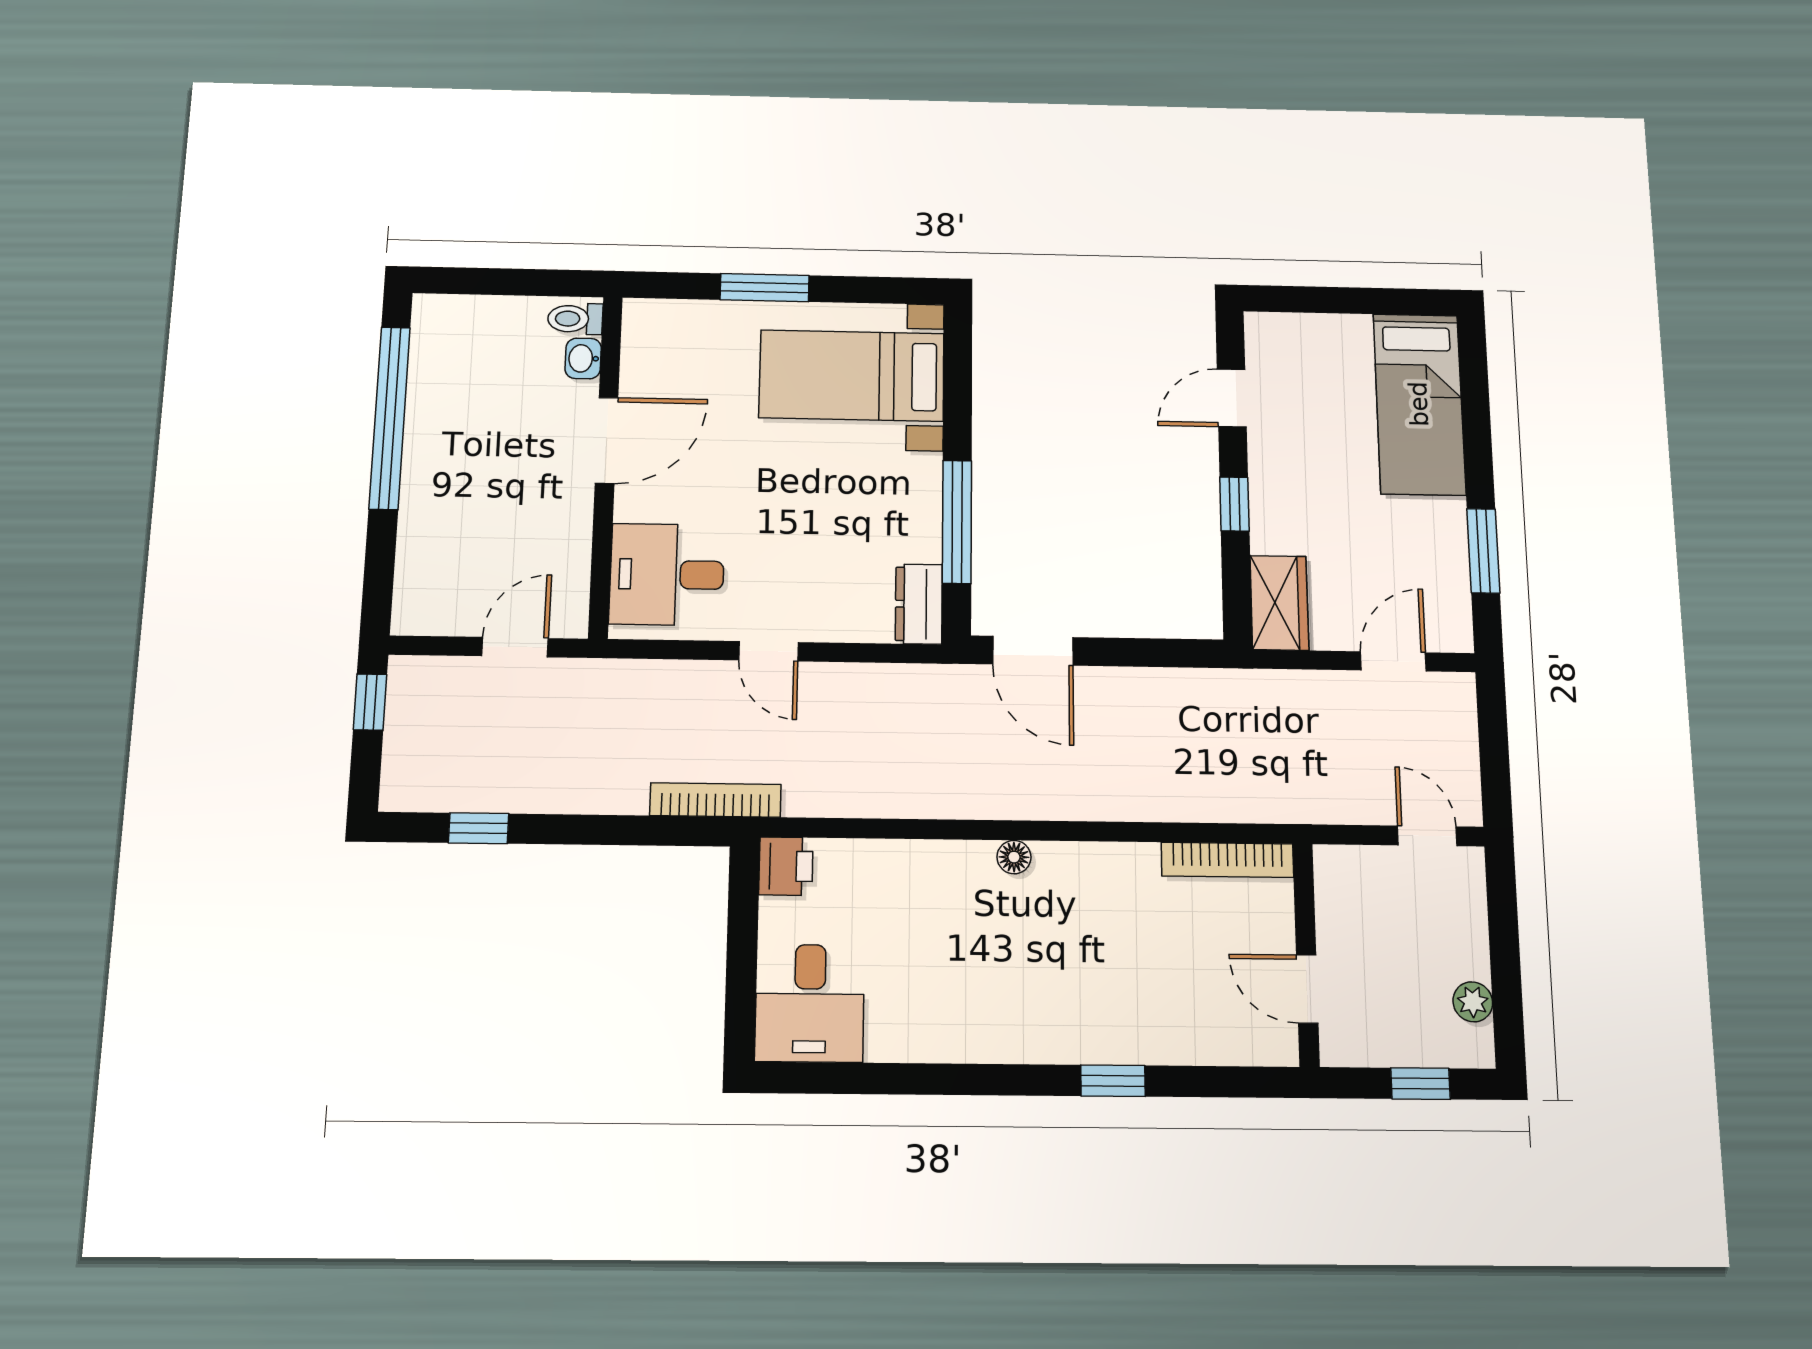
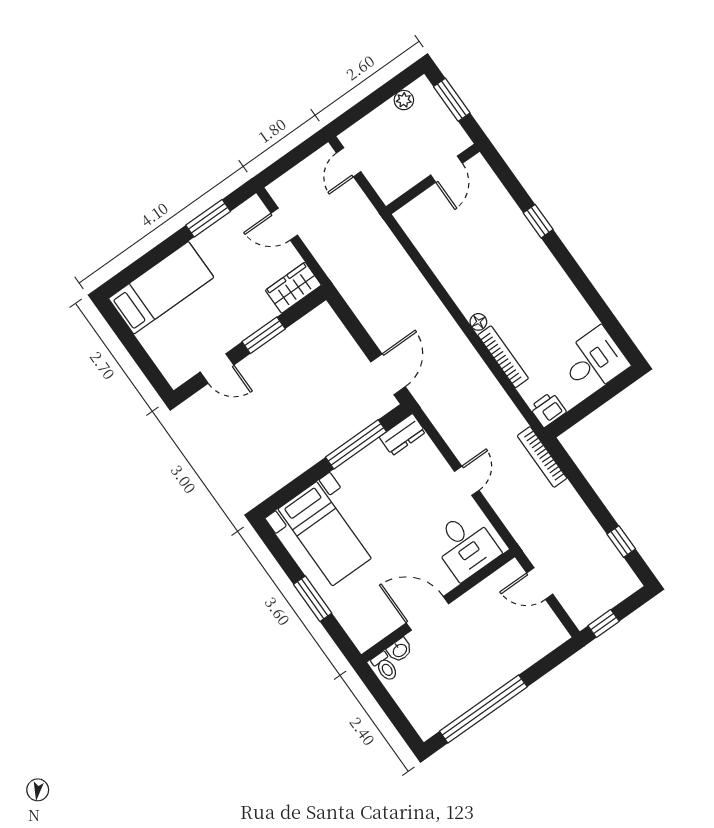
window: (1234, 504) -> (264, 335), width x1.50
bookcase: (1227, 860) -> (503, 357), moved
window: (1420, 1084) -> (452, 100), width x1.50

